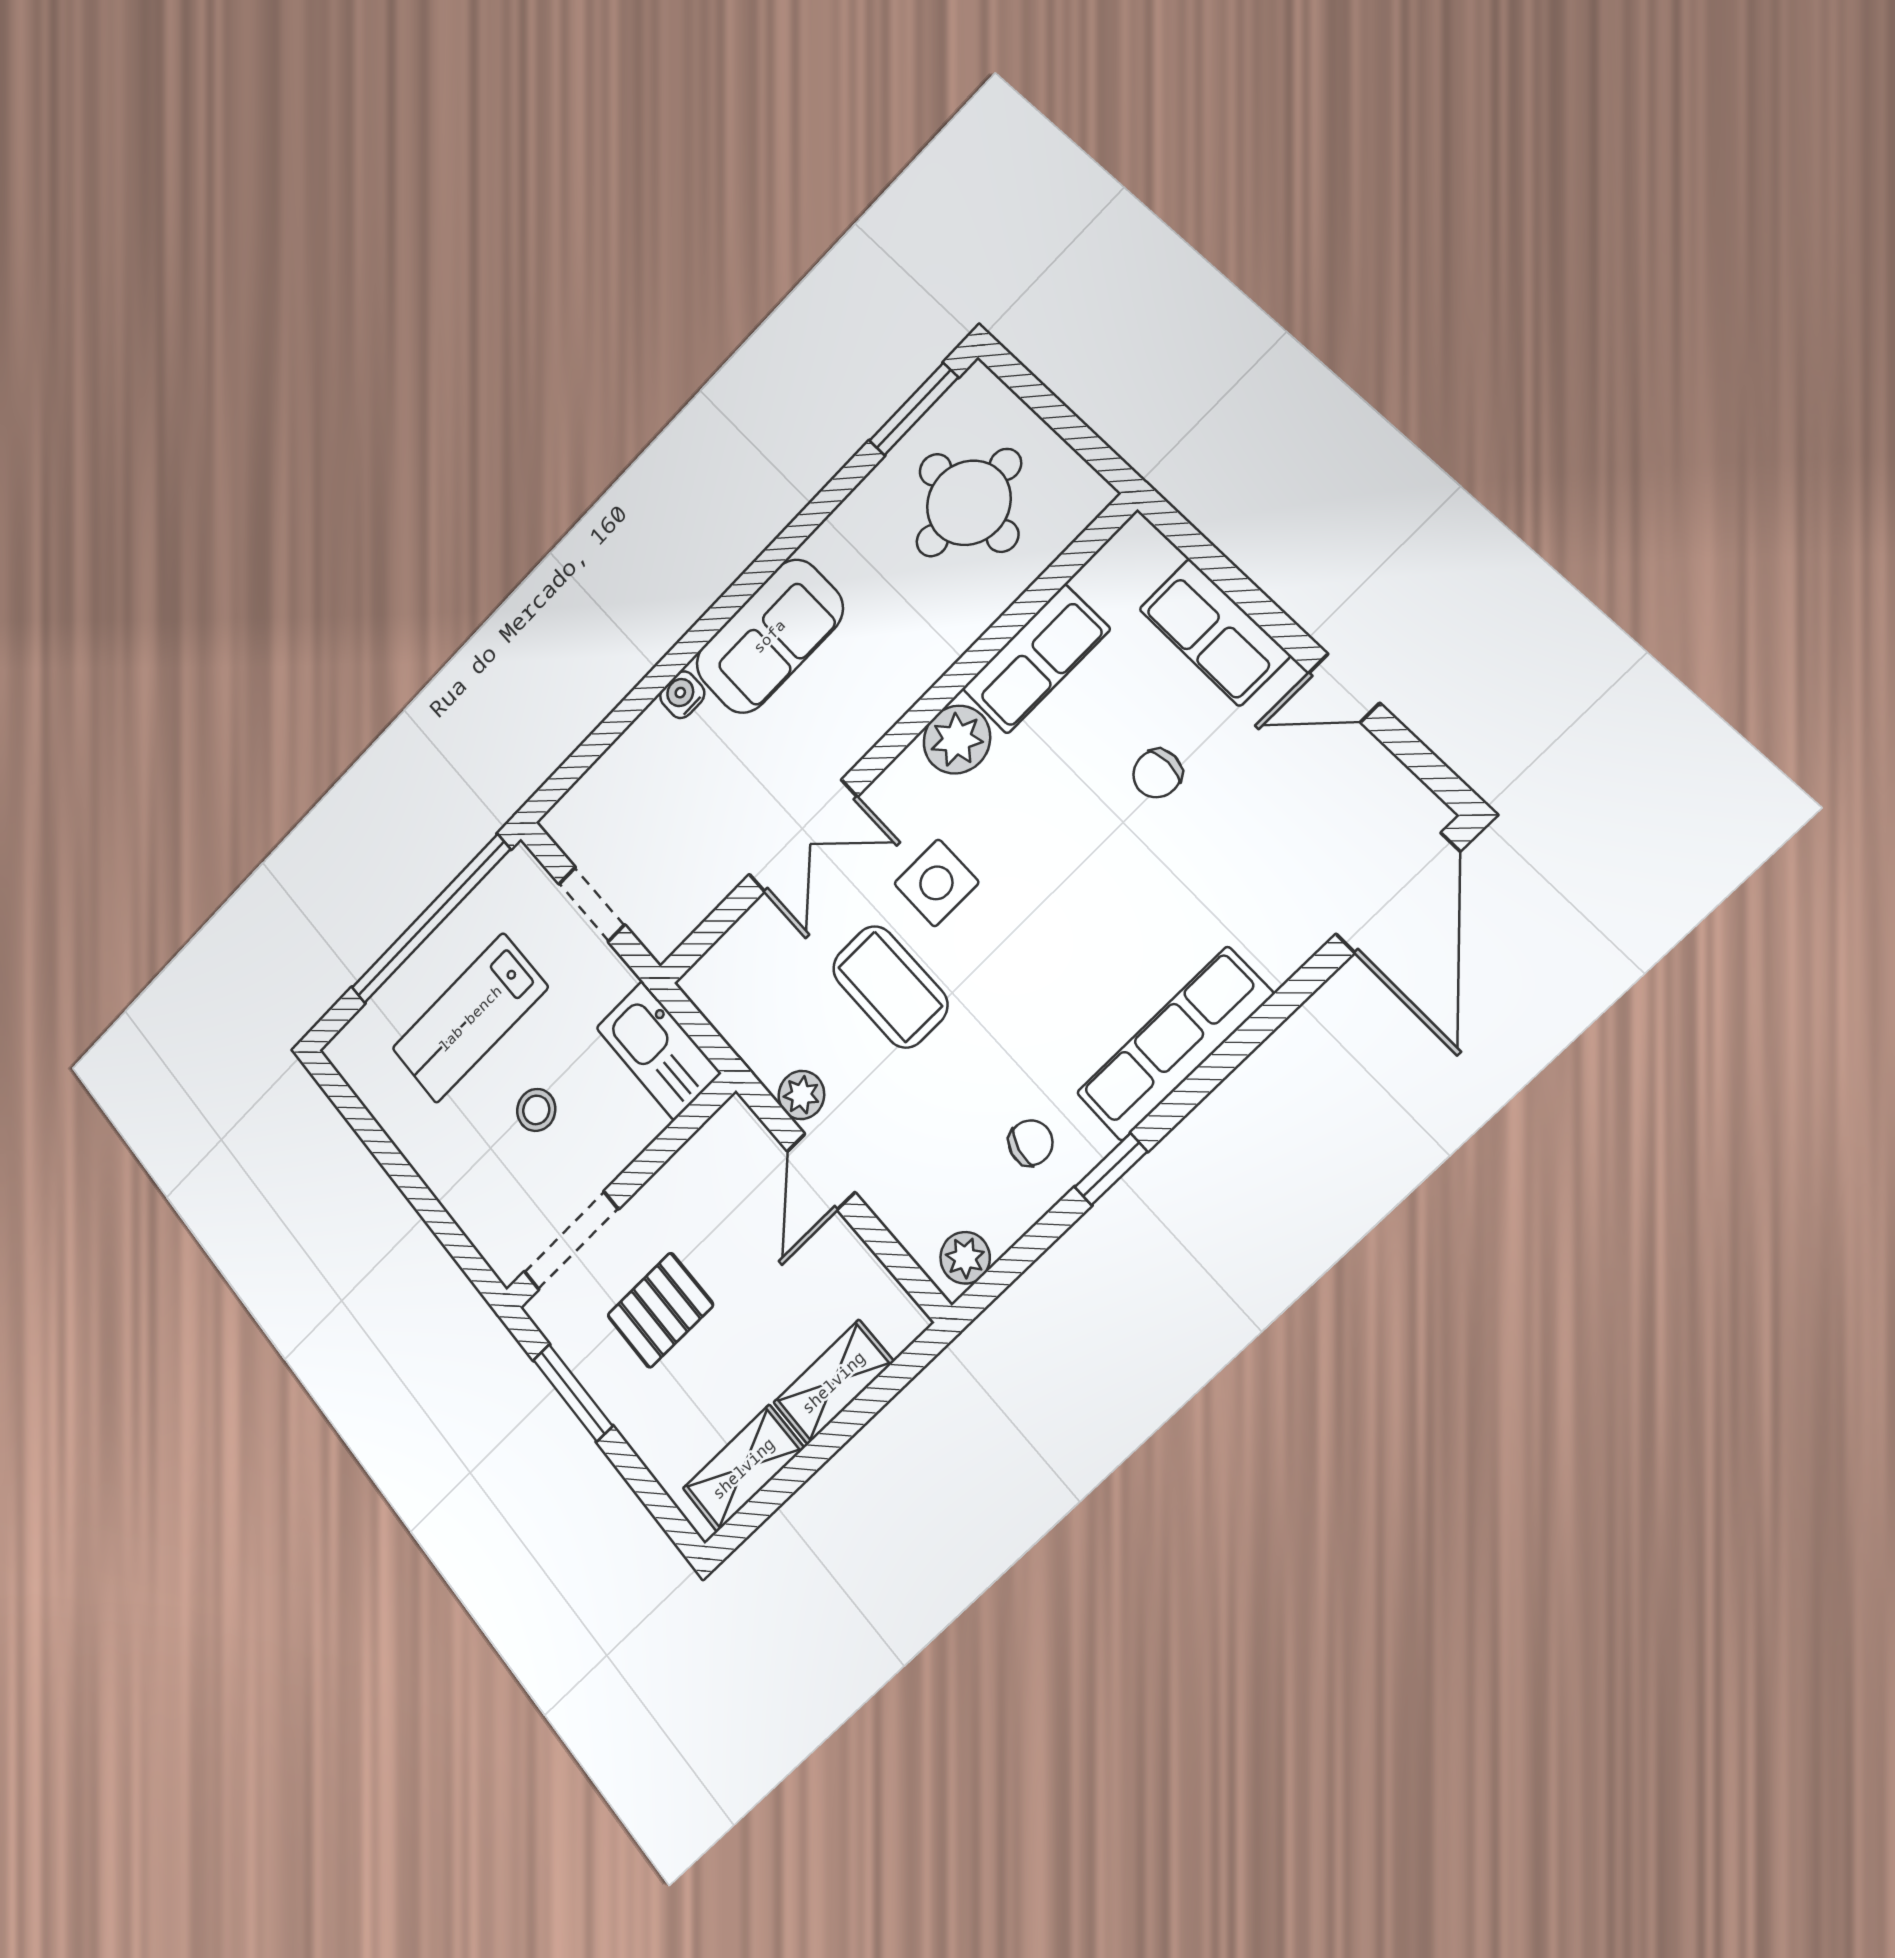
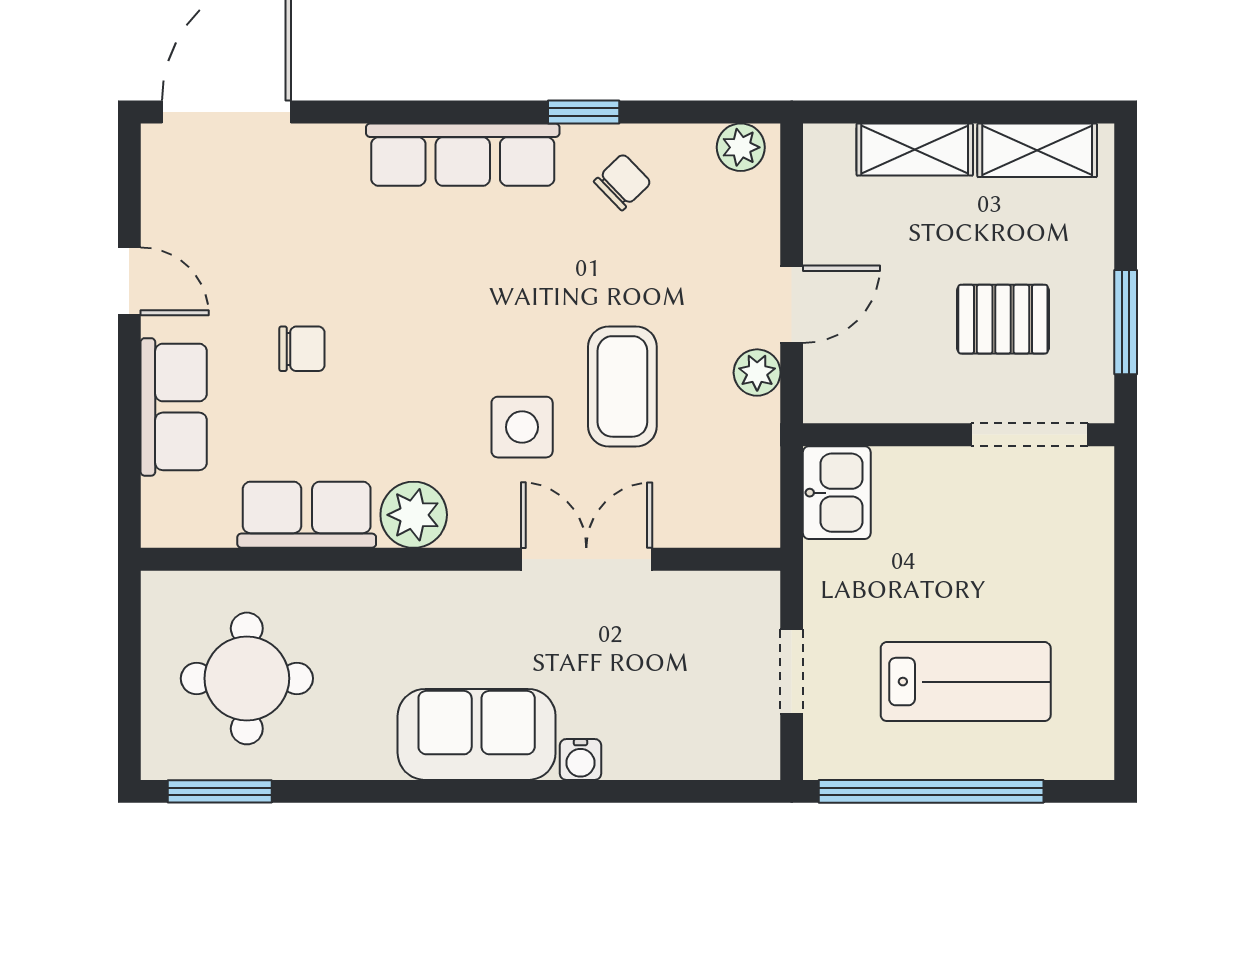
kitchen sink: (658, 1050) -> (837, 493), width x0.73
stool: (536, 1110) -> (973, 559), removed
chair: (1031, 1143) -> (622, 182), turned 122

